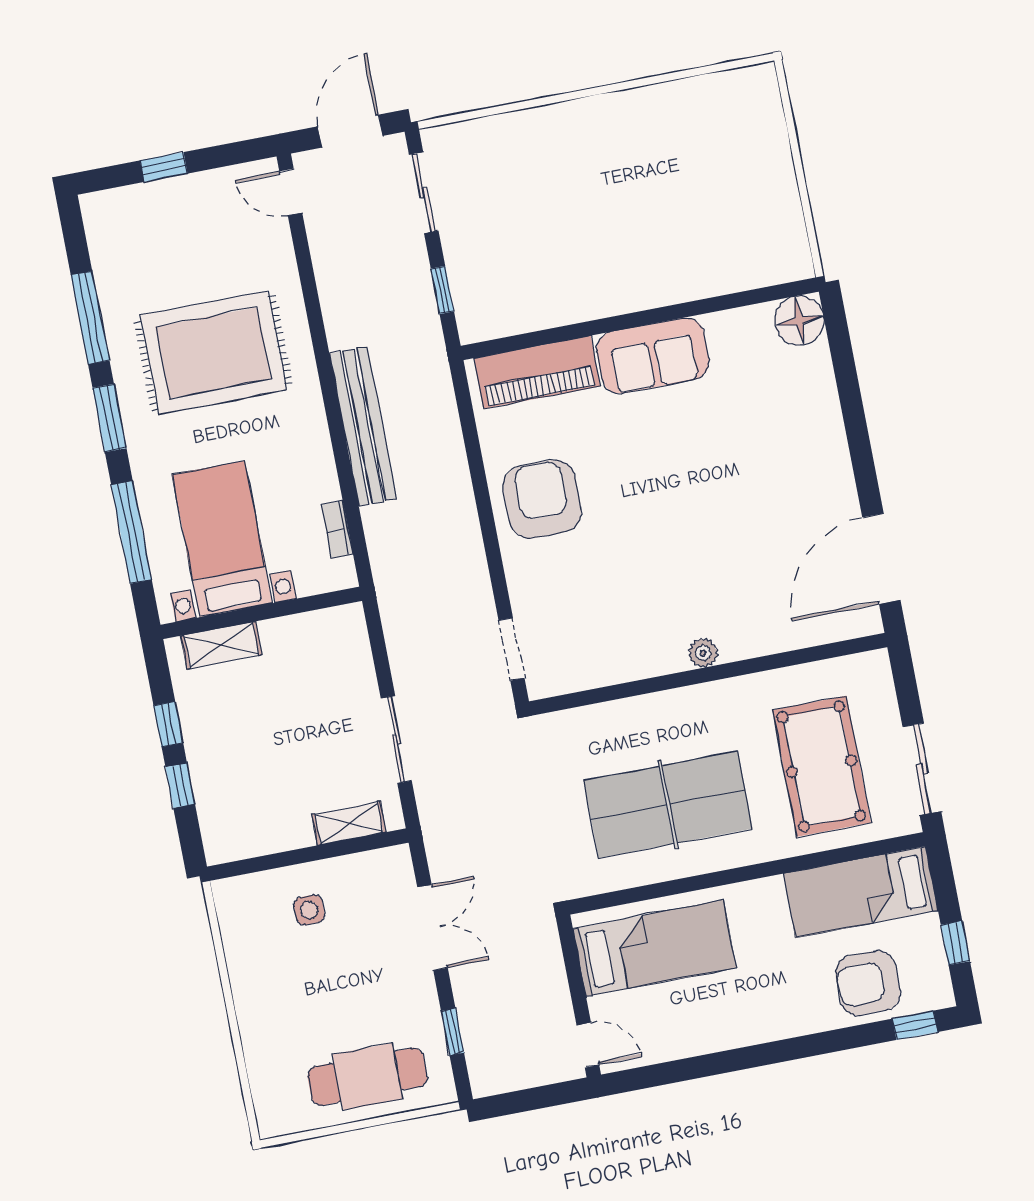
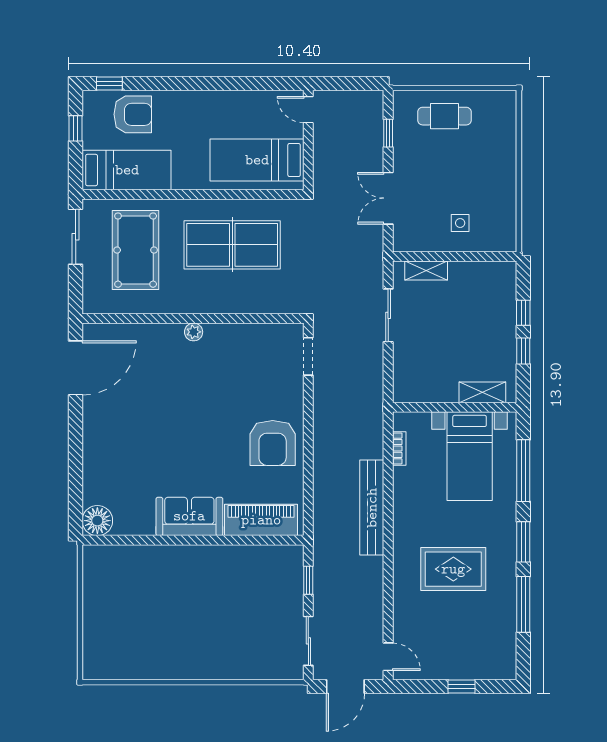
rug: (213, 353) -> (453, 569), width x0.73, depth x0.69
cafe table: (367, 1077) -> (444, 116), width x0.73, depth x0.74

